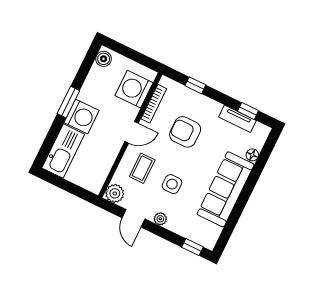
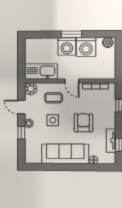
washing machine: (134, 89) -> (86, 47), moved, turned 180
armchair: (185, 132) -> (83, 123), moved
kitchen sink: (63, 151) -> (41, 72), moved, turned 180
door: (133, 218) -> (21, 107), hinge flipped
window: (192, 247) -> (21, 133), moved

